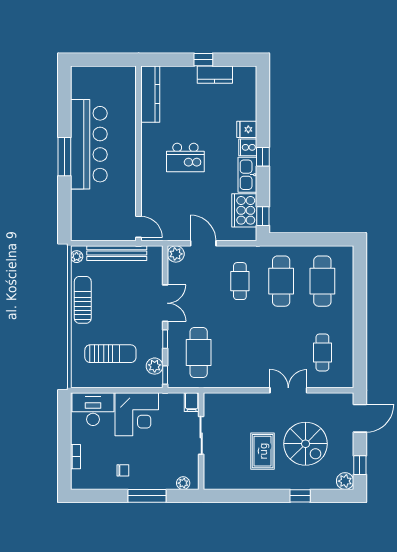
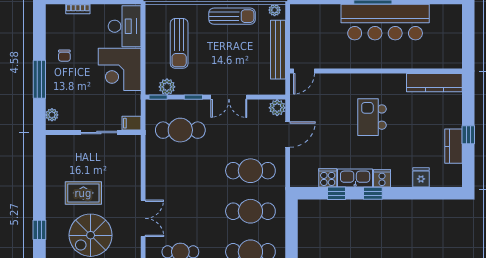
fridge: (247, 129) -> (421, 177), moved
cooker: (244, 210) -> (328, 178), width x0.53, depth x0.76
window: (263, 216) -> (336, 193), moved
cafe table: (240, 281) -> (250, 171), width x1.37, depth x1.35

